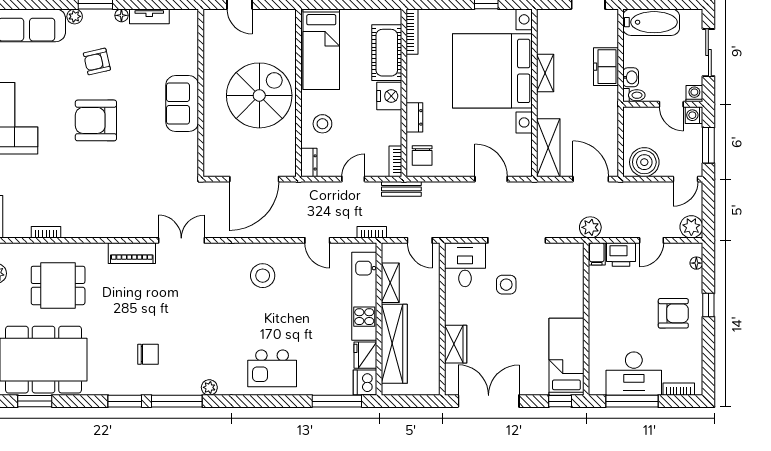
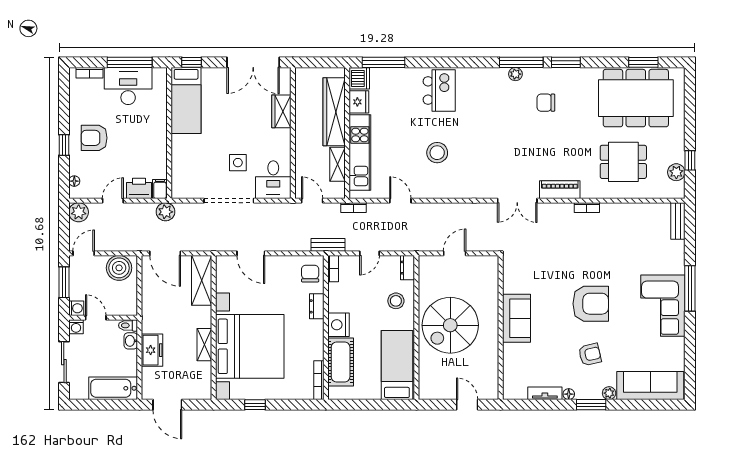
door: (254, 179) -> (455, 253), width x0.53
bookcase: (46, 232) -> (587, 208), moved
stool: (263, 276) -> (437, 153), moved
kitchen island: (272, 368) -> (439, 91), turned 90
plant: (209, 387) -> (515, 74), moved

